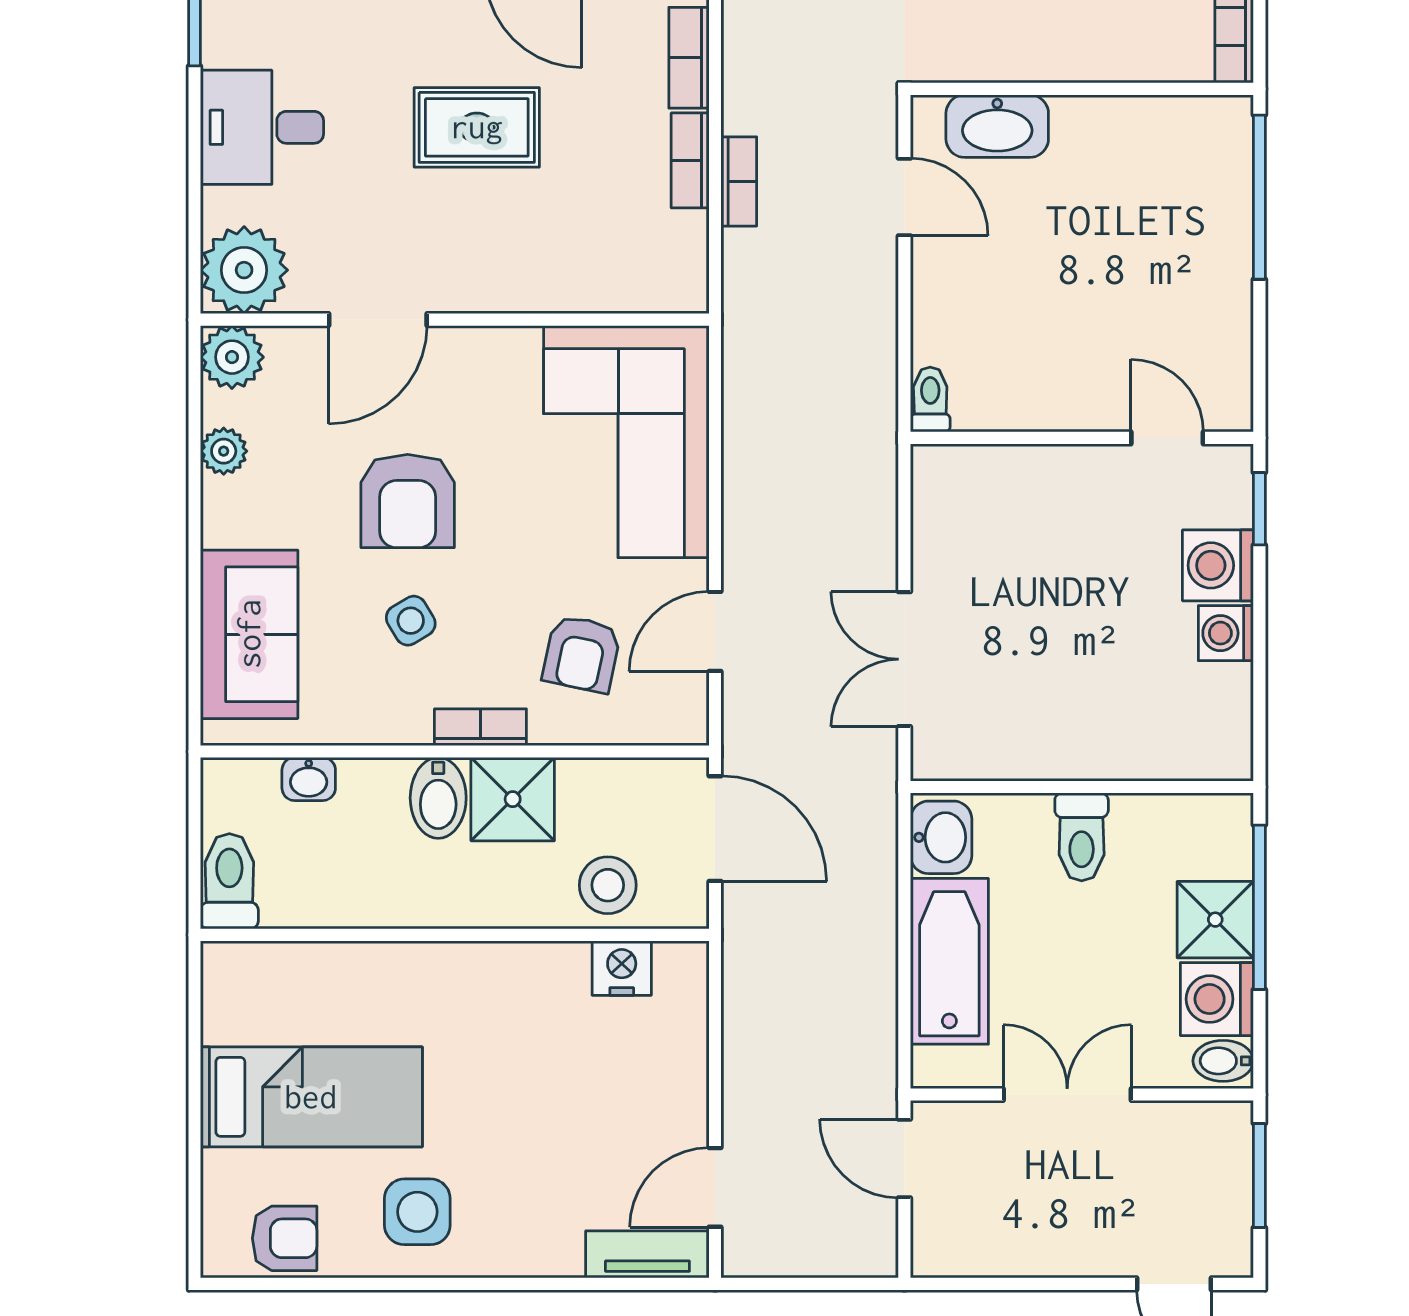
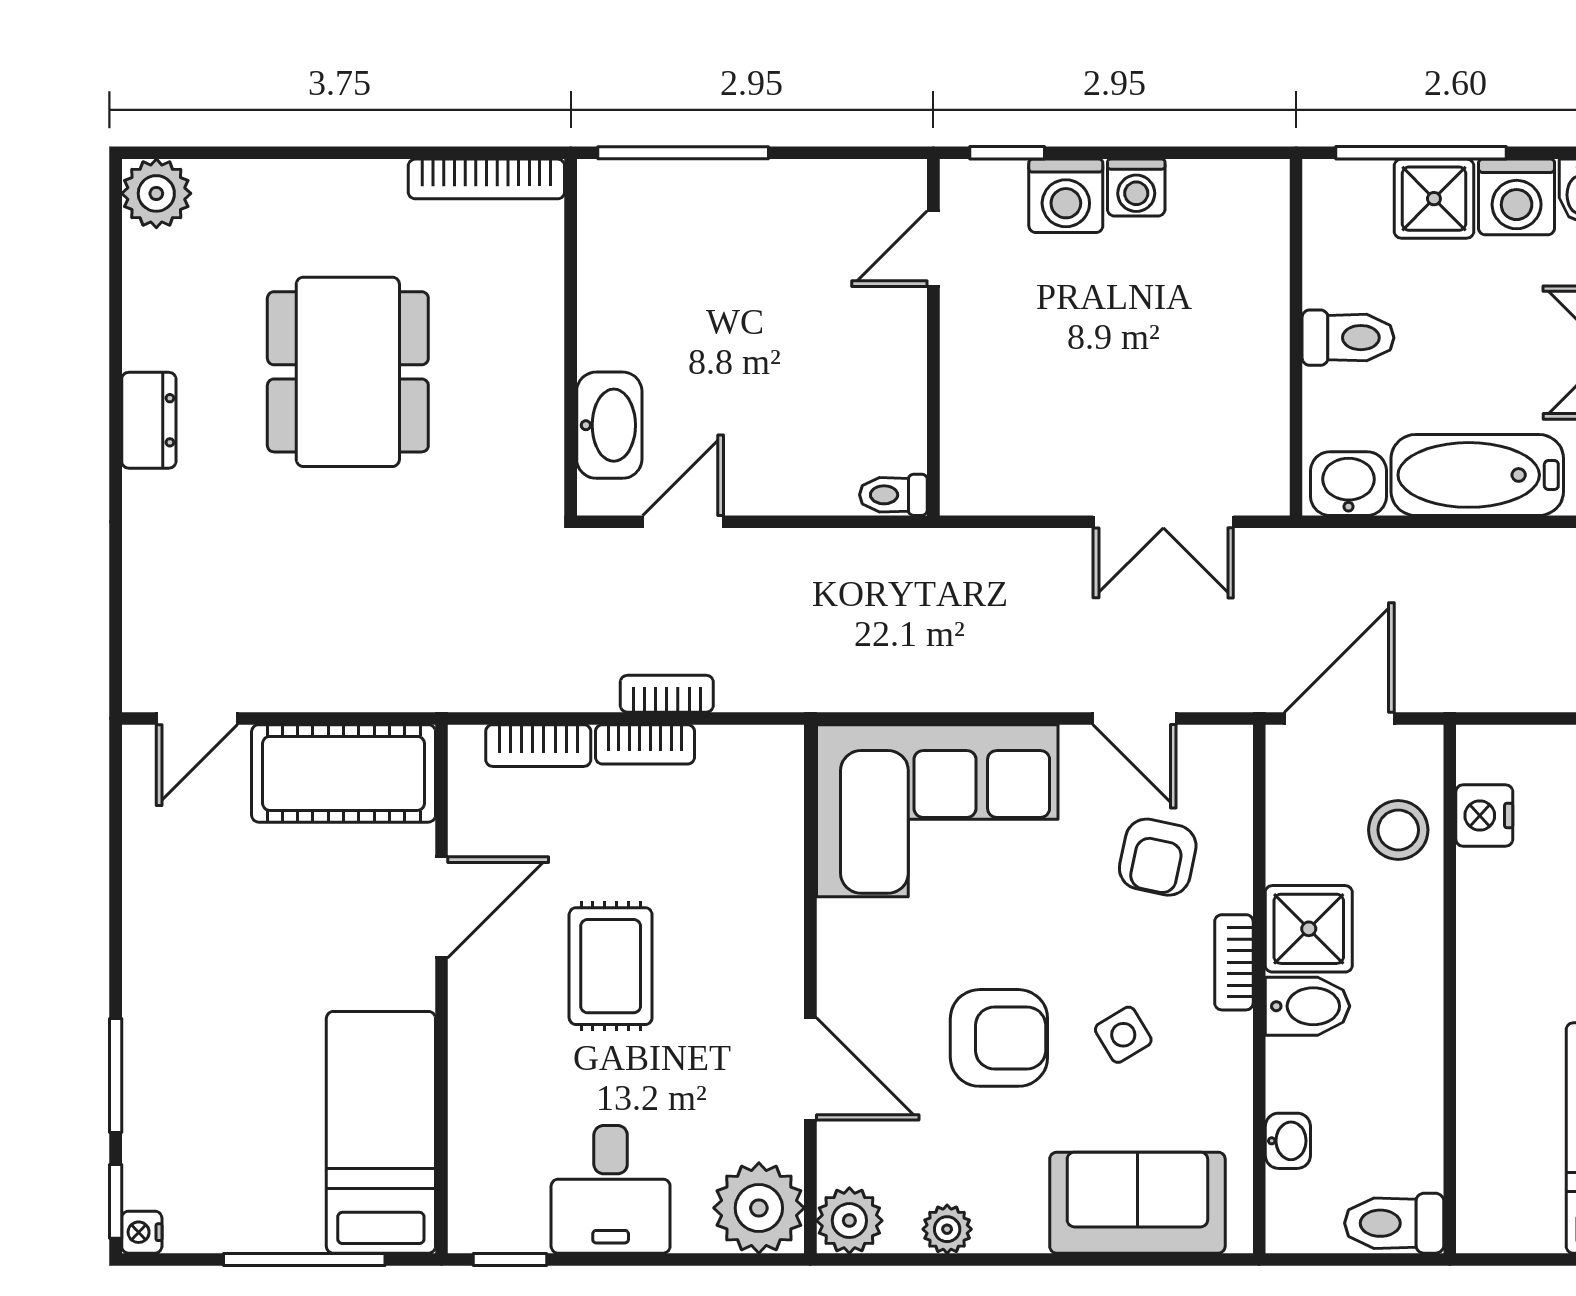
armchair: (582, 654) -> (1158, 857), turned 90

